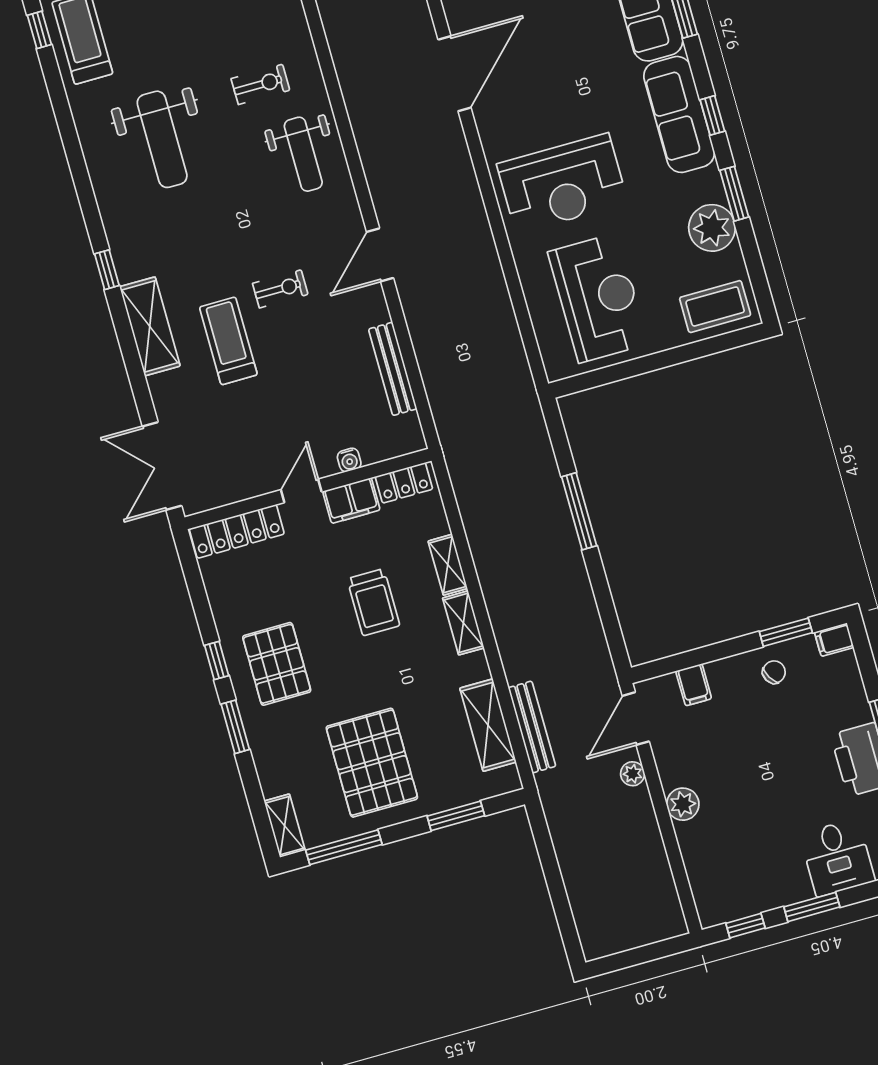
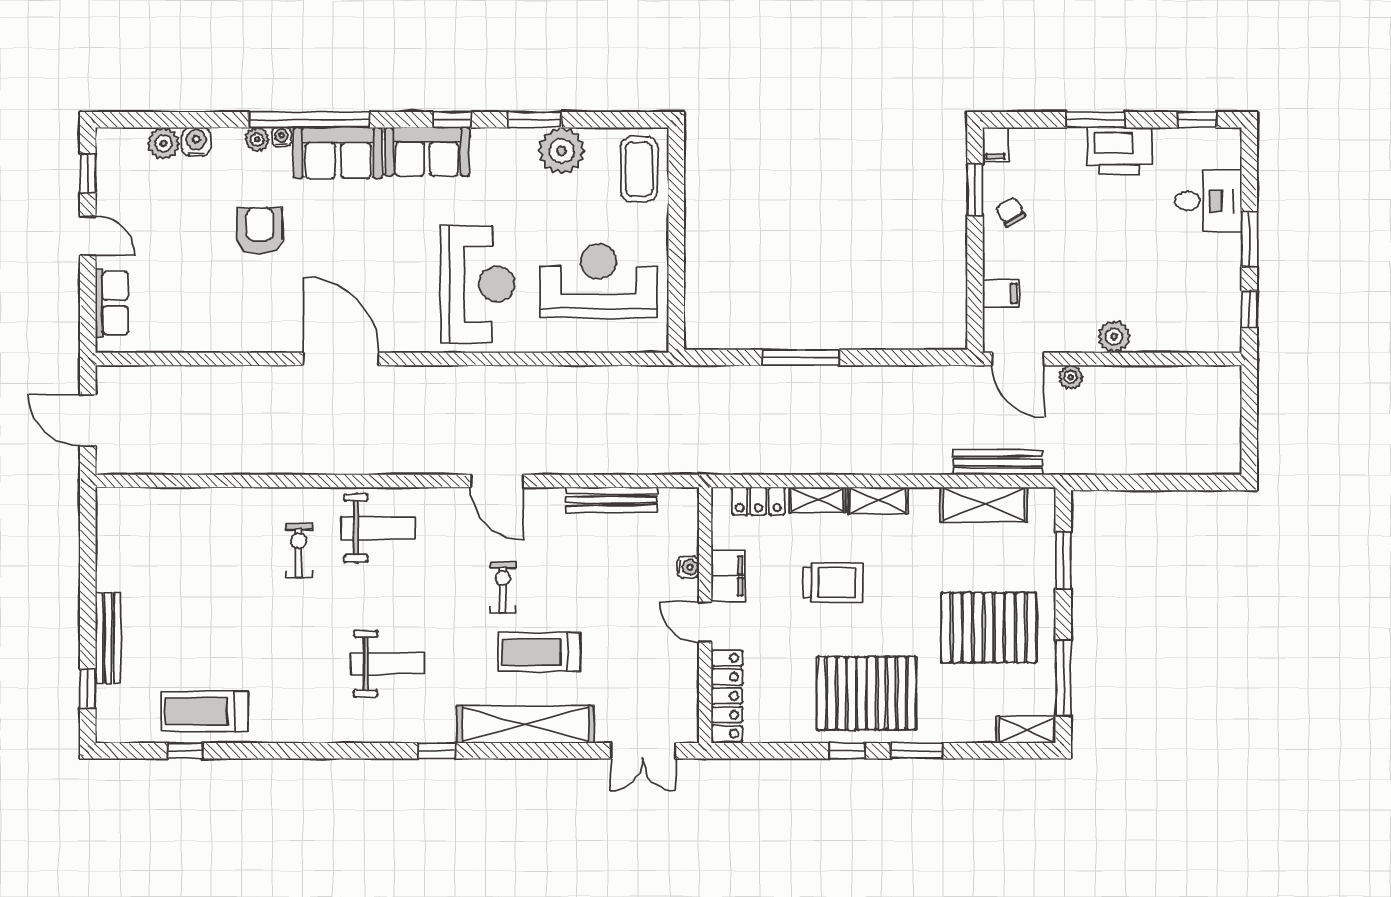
sofa: (679, 114) -> (427, 152), width x0.73
weight bench: (162, 139) -> (388, 664), moved, width x0.73, depth x0.75
shelving: (150, 326) -> (526, 724), width x1.47
double door: (162, 466) -> (643, 751), width x0.73
locker: (404, 483) -> (758, 501), moved, turned 90
pallet: (277, 664) -> (867, 693), width x1.37, depth x1.41

